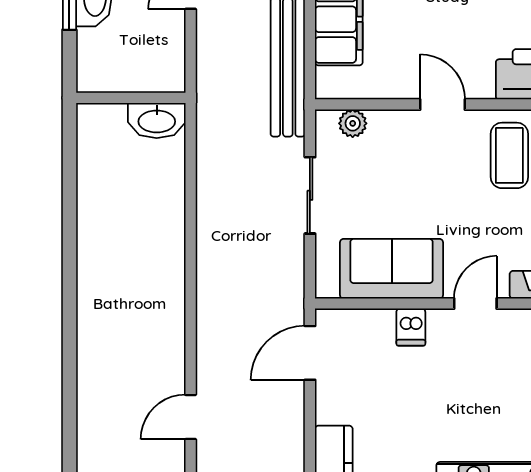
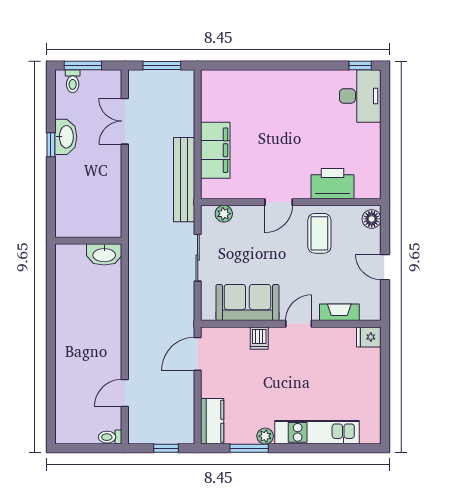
wall: (131, 98) -> (88, 241), moved
door: (442, 104) -> (279, 202), swing flipped
washbasin: (157, 120) -> (104, 254), moved

